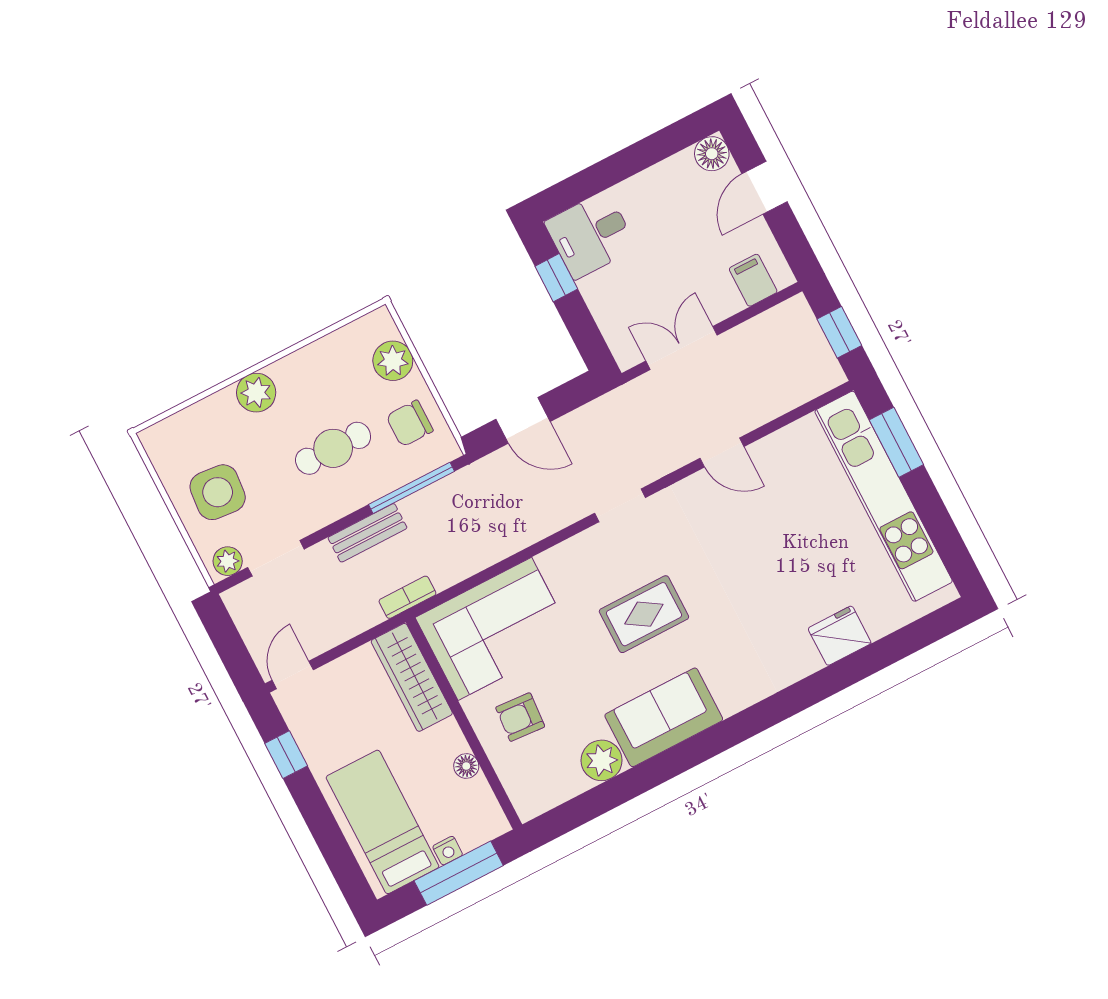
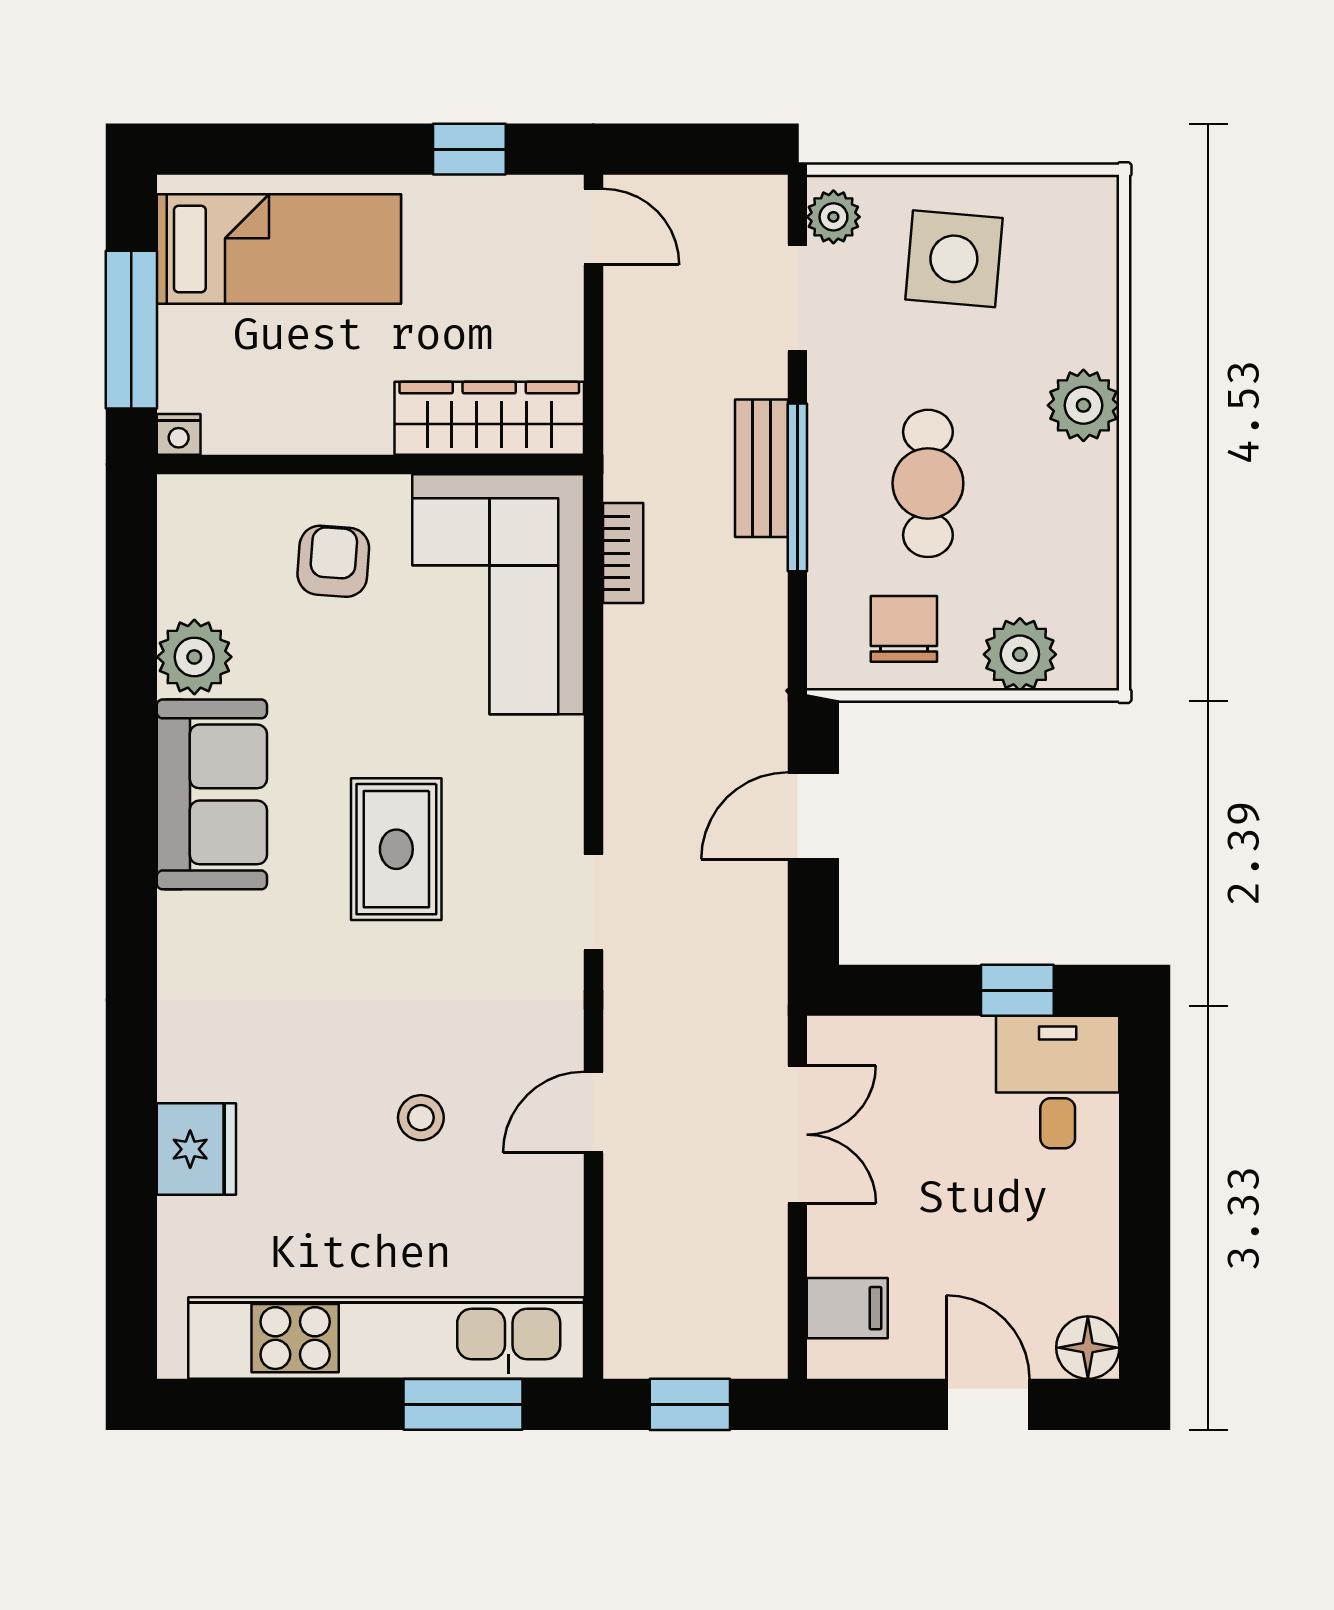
window: (412, 488) -> (797, 487), moved
stool: (768, 535) -> (421, 1118), added
bookcase: (407, 597) -> (623, 553), moved
floor lamp: (466, 766) -> (299, 432), removed
nightstand: (448, 851) -> (179, 434), moved, turned -90

